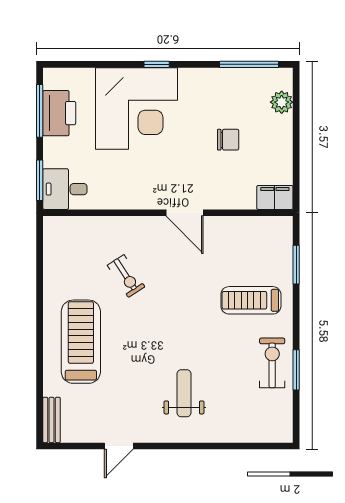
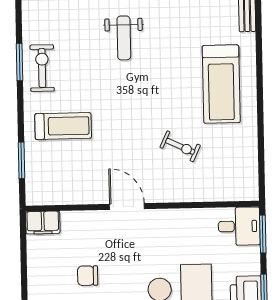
exercise bike: (126, 276) -> (180, 146), turned 148
exercise bike: (272, 363) -> (42, 68), turned 180

